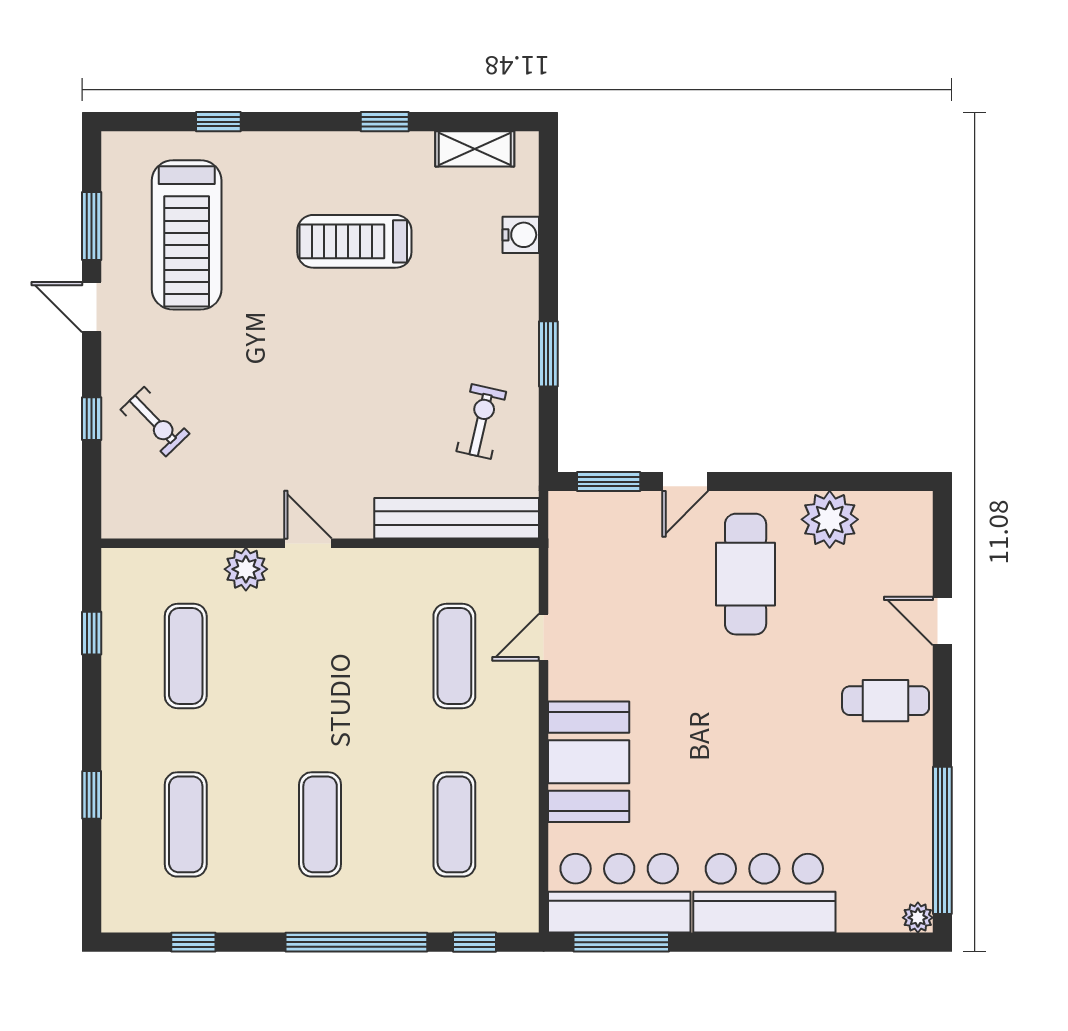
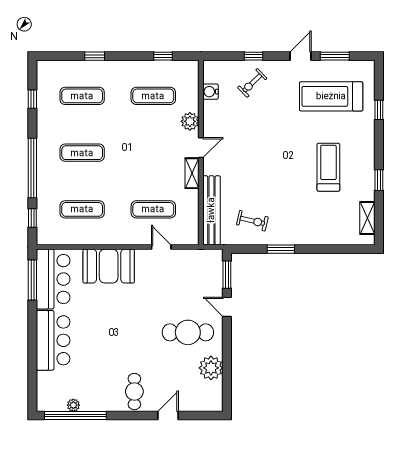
water cooler: (521, 235) -> (210, 92), moved, turned 90
shelving: (369, 564) -> (192, 173), added
plant: (918, 918) -> (73, 405), moved

